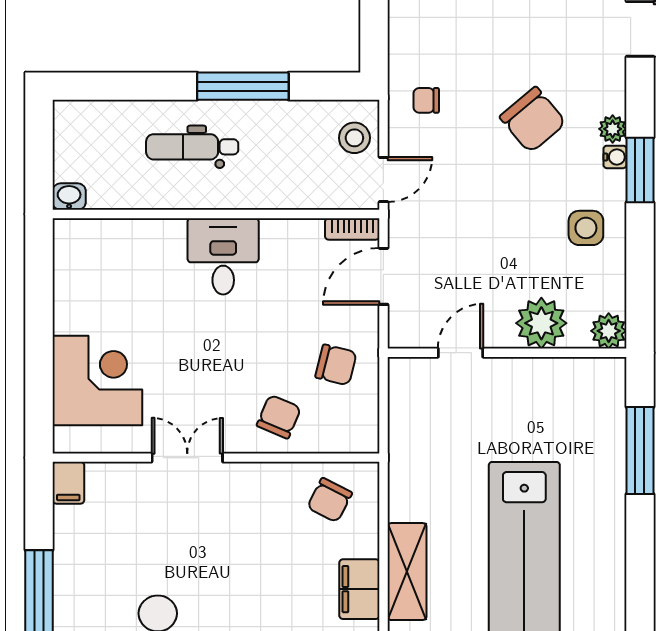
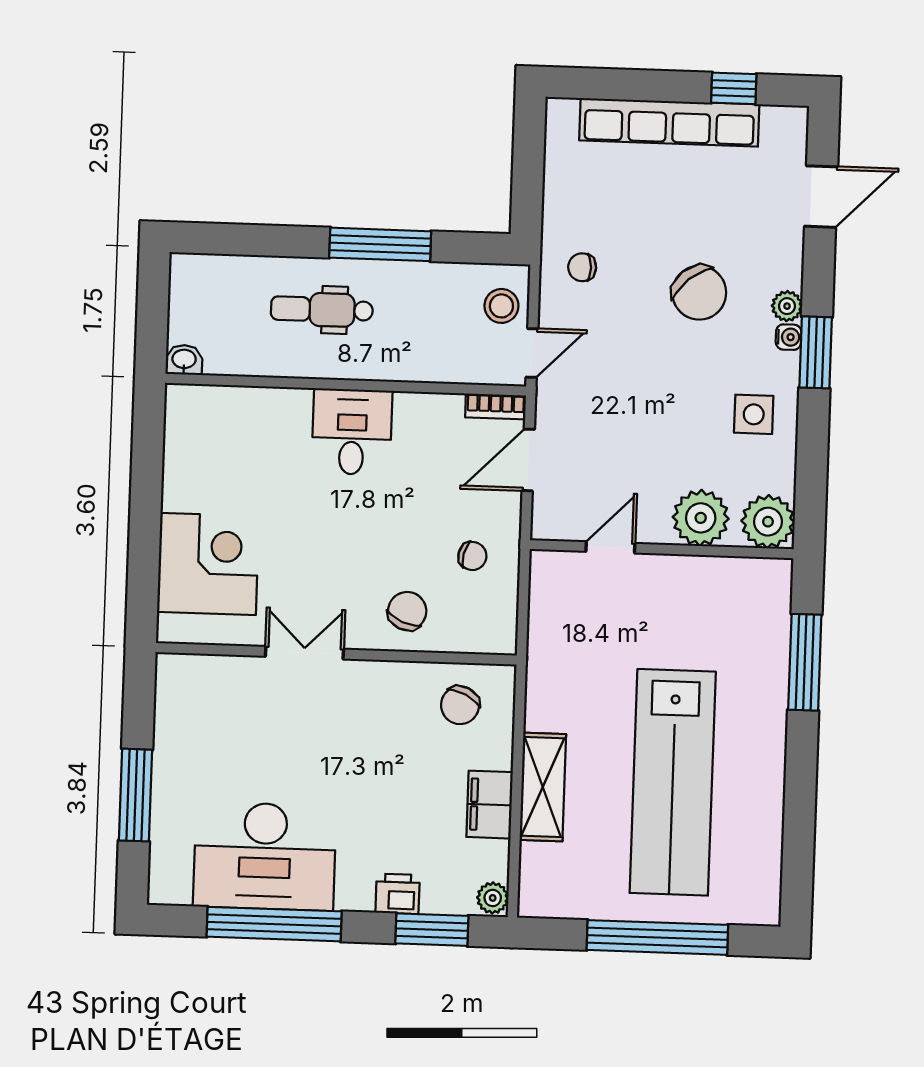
plant: (609, 331) -> (768, 522), width x1.36, depth x1.36
chair: (336, 365) -> (472, 556), width x0.73, depth x0.73
filing cabinet: (68, 483) -> (172, 676), removed

